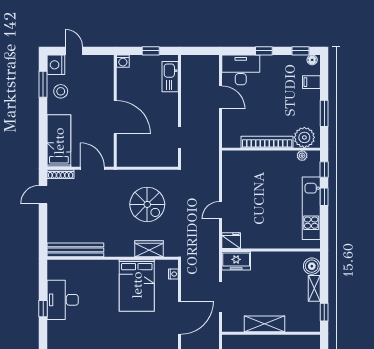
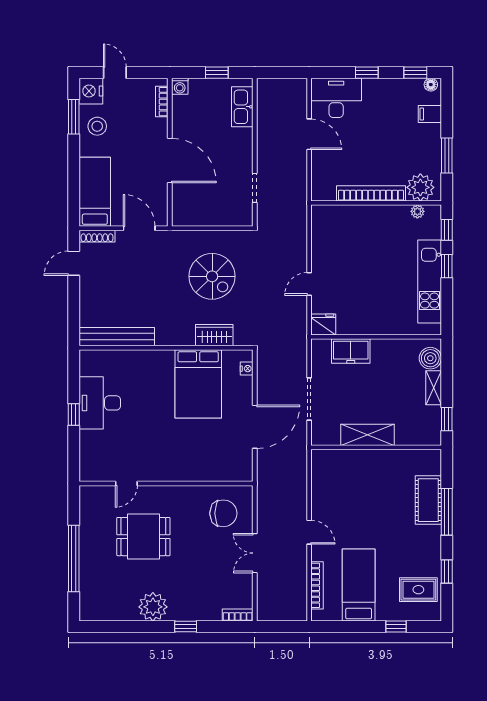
bookcase: (109, 73) -> (162, 102), added
freezer: (236, 261) -> (351, 351), moved

